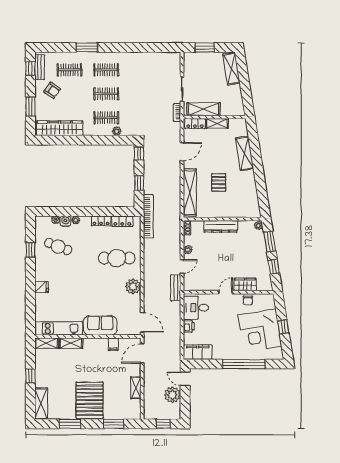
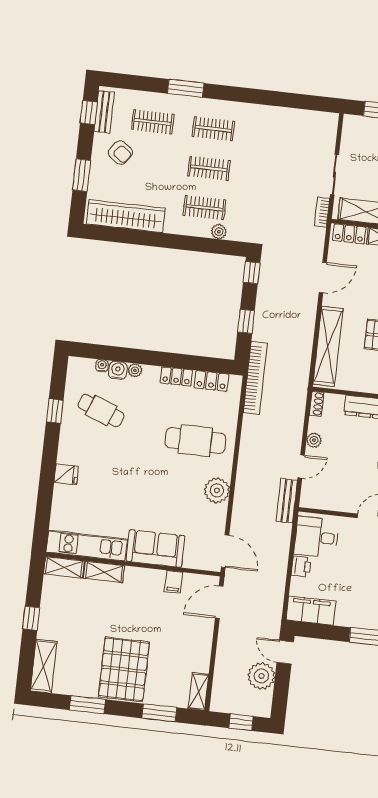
shelving: (136, 388) -> (199, 692), moved

